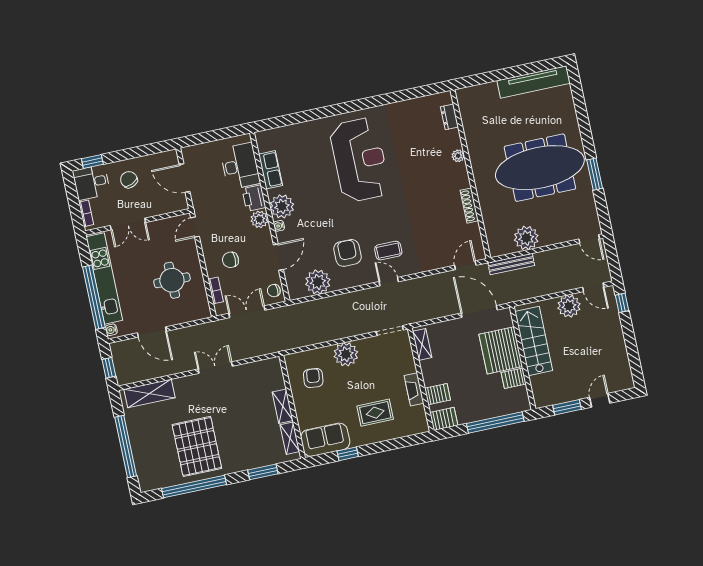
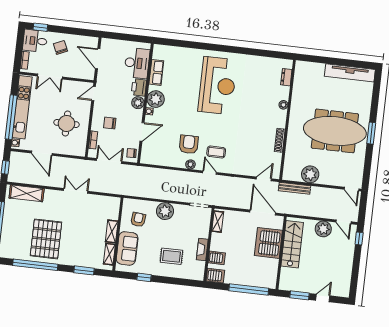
window: (595, 174) -> (371, 133), moved
plant: (318, 282) -> (190, 164), moved, width x0.53, depth x0.53
server rack: (514, 378) -> (271, 264), removed
sofa: (325, 440) -> (127, 248), moved, turned 90

